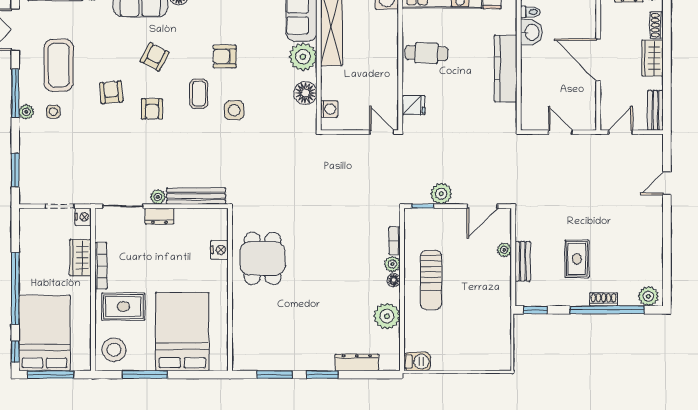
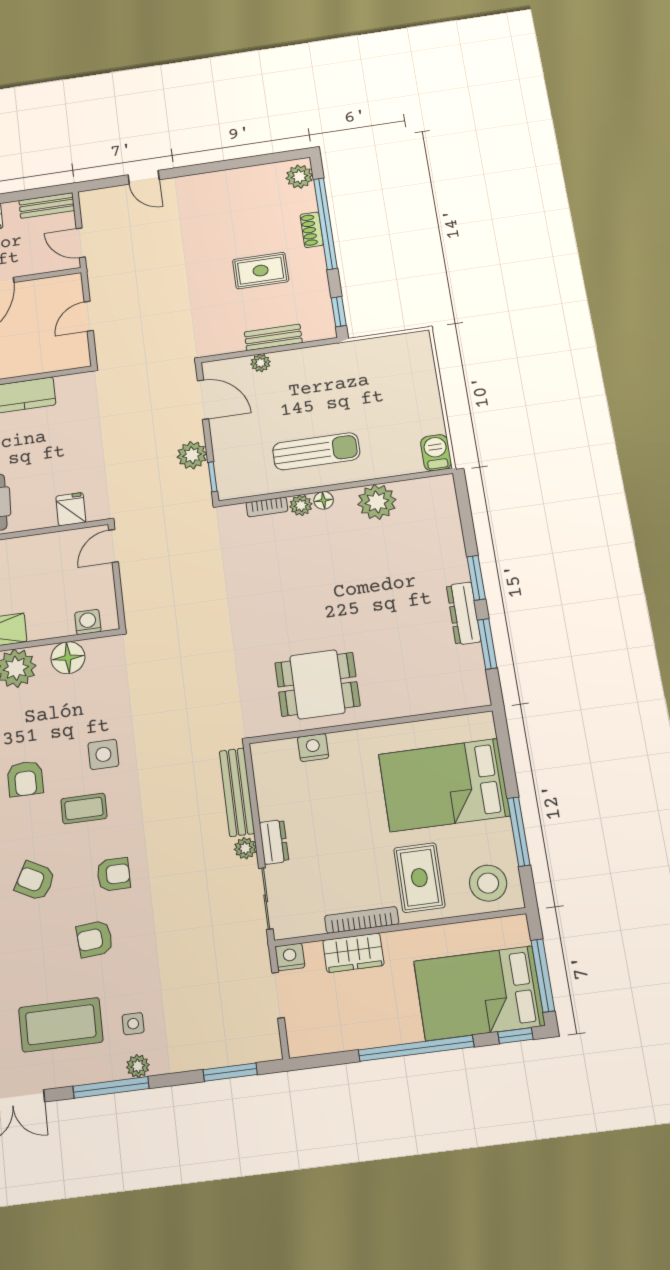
dresser: (357, 362) -> (464, 613), moved

